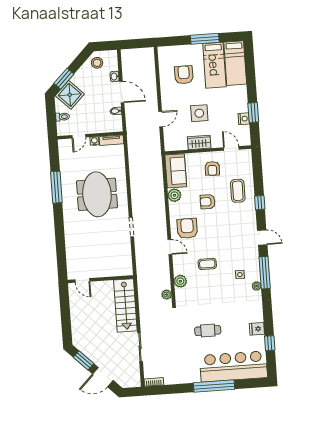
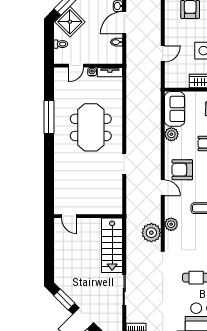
door: (122, 92) -> (124, 23), swing flipped
armchair: (187, 228) -> (182, 170), turned -90
plant: (167, 295) -> (151, 233), width x1.87, depth x1.87

